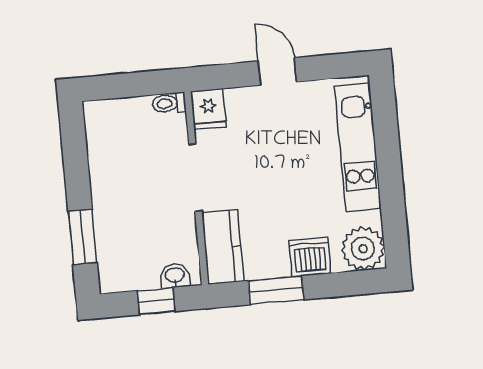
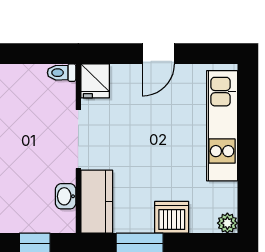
door: (277, 71) -> (158, 54), swing flipped
plant: (363, 249) -> (227, 223), width x0.53, depth x0.53
washbasin: (175, 276) -> (66, 196), moved, turned -90

